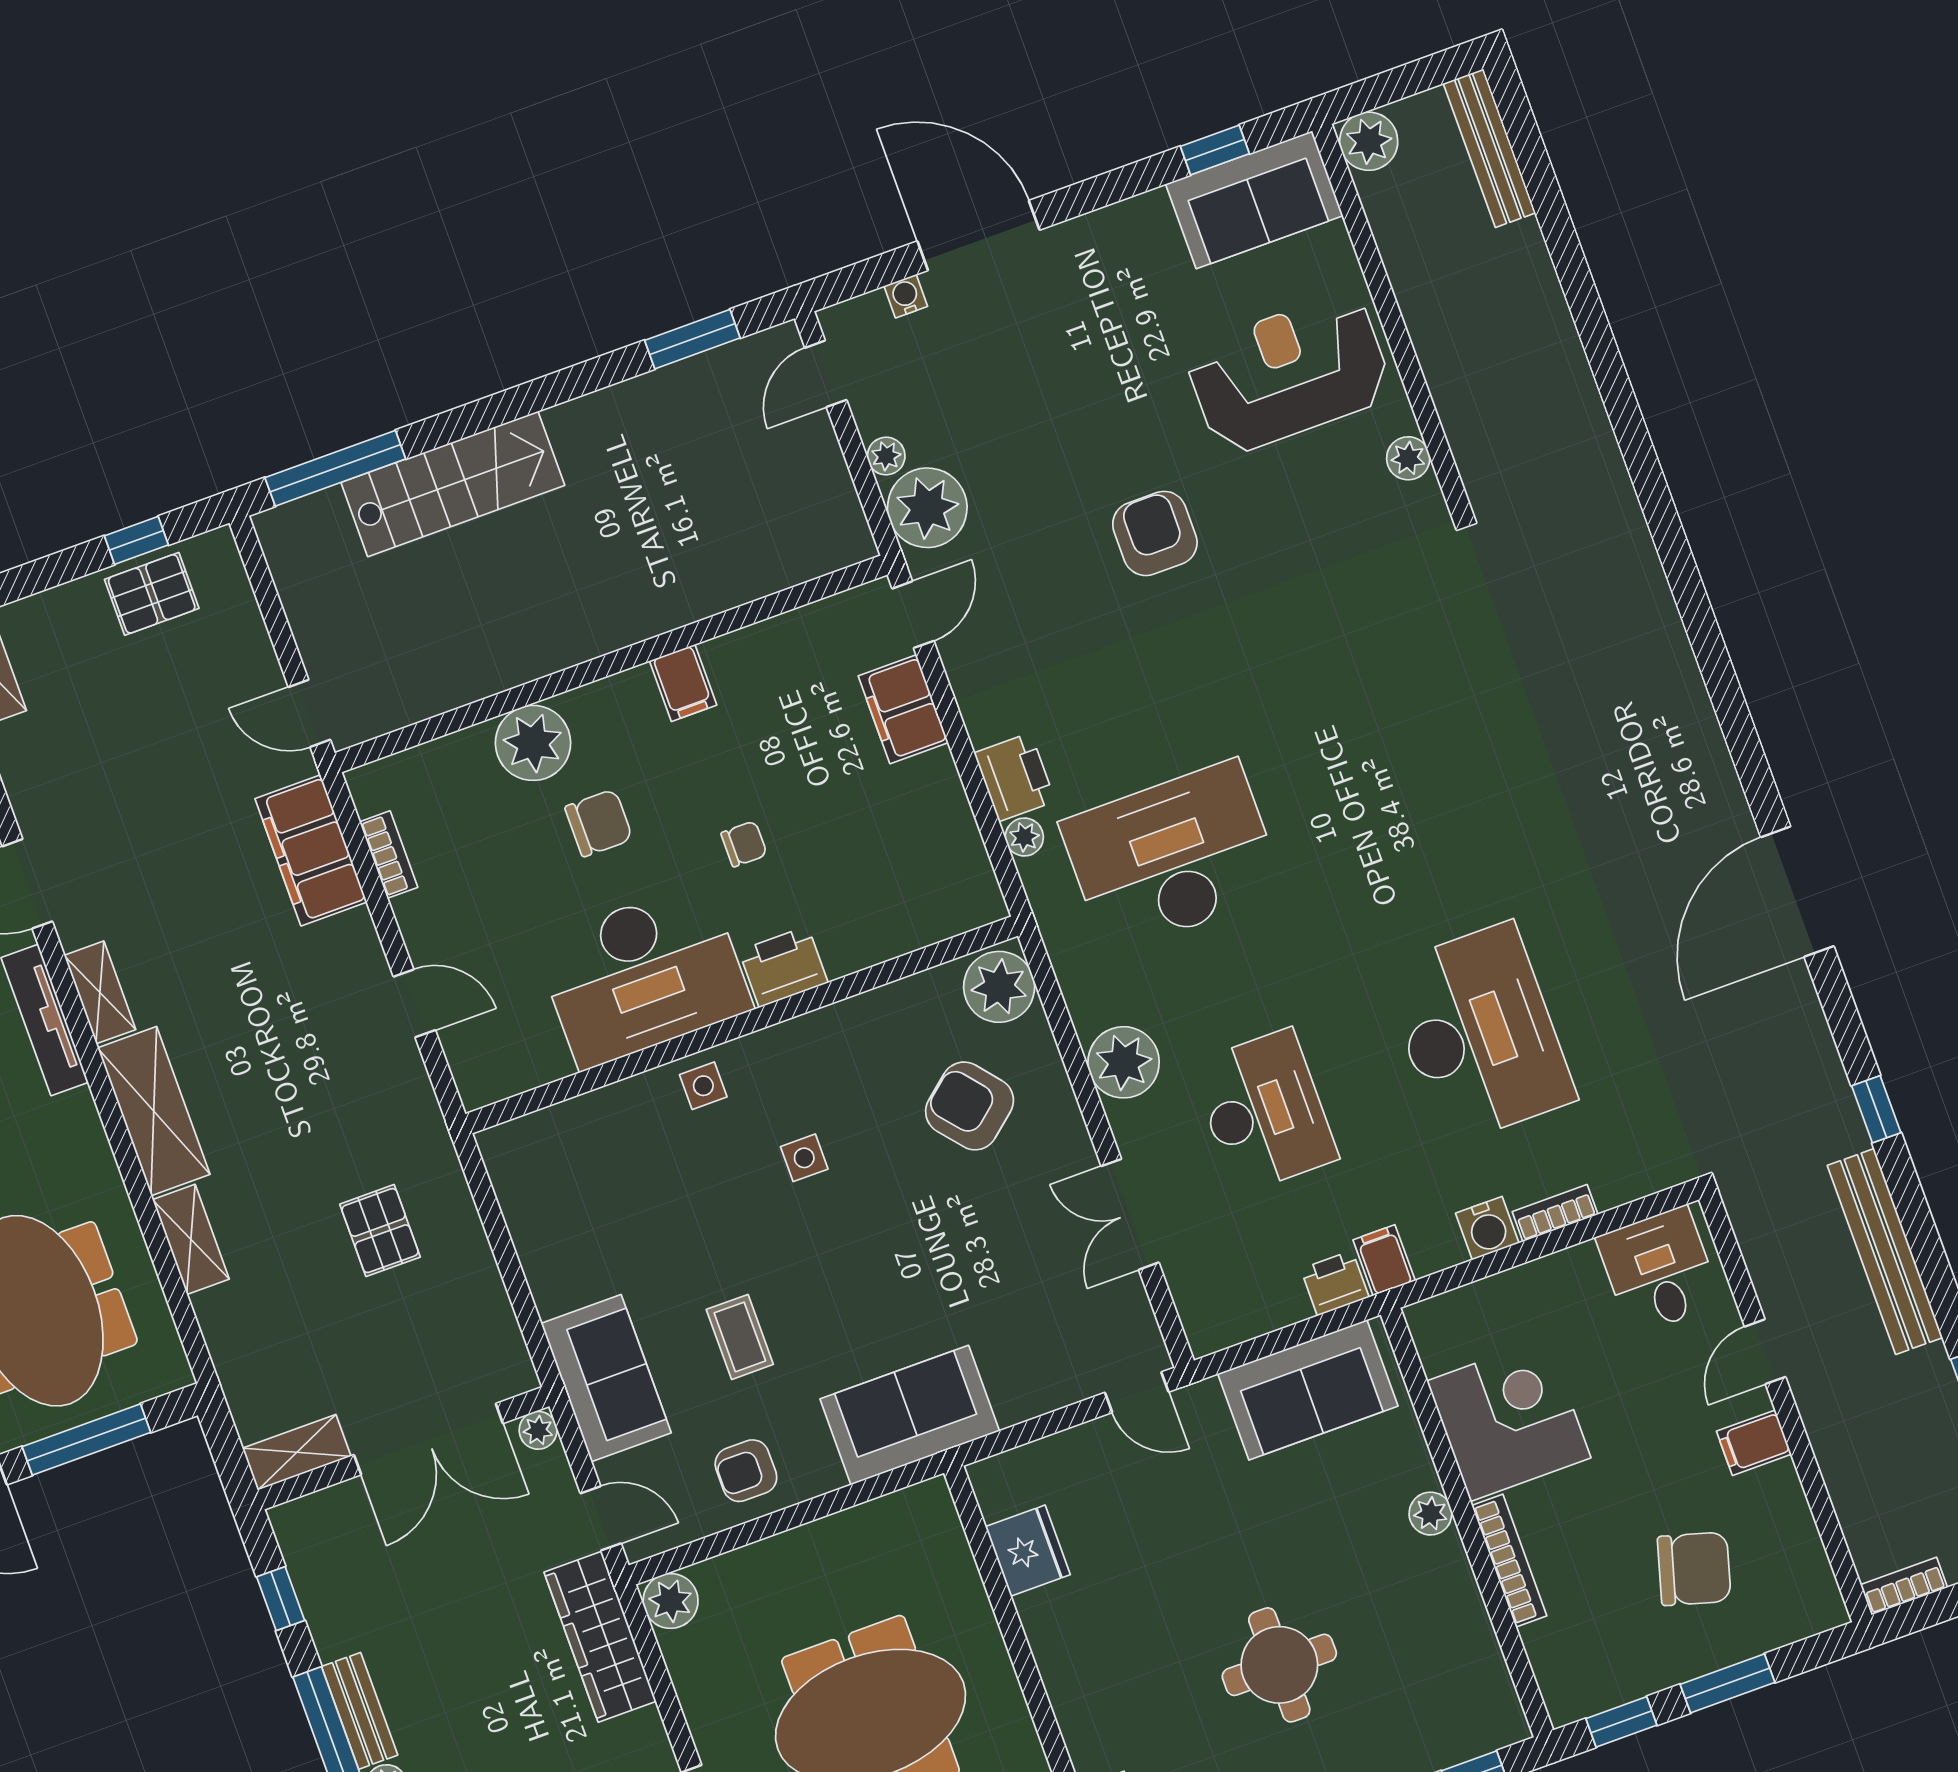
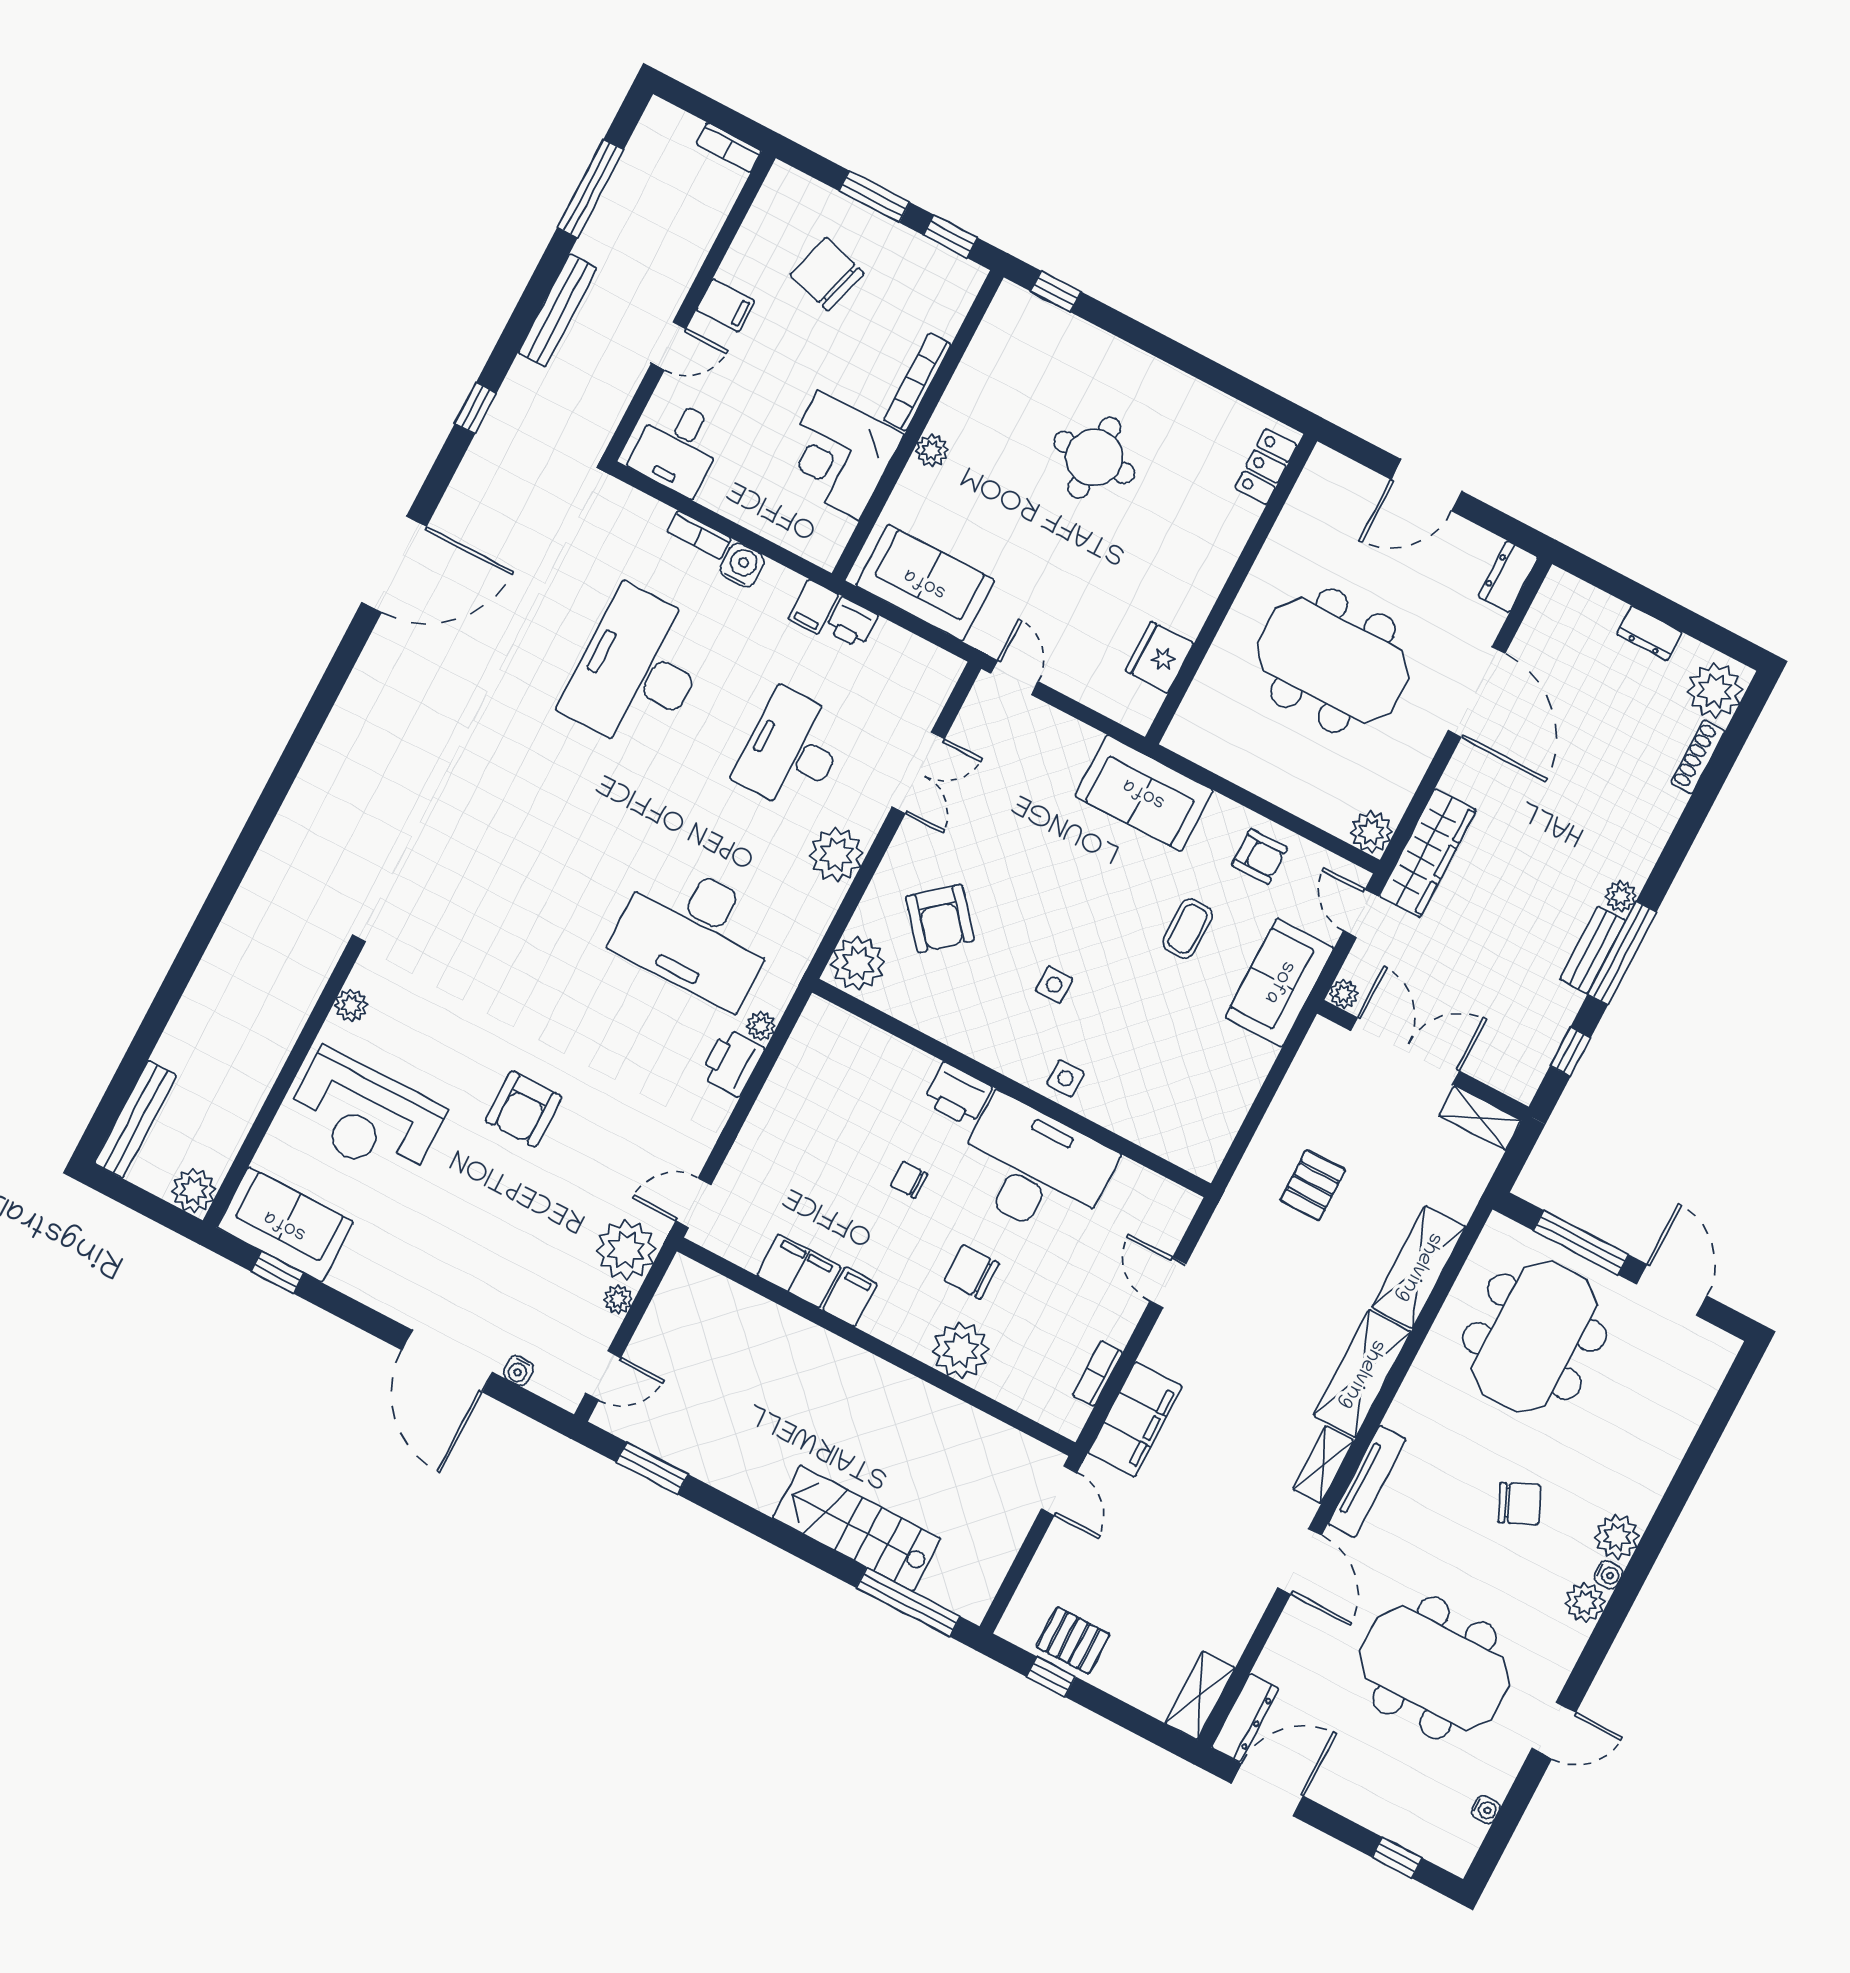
filing cabinet: (903, 709) -> (799, 1271), moved, turned -90
shelving: (191, 1239) -> (1419, 1267), width x1.50, depth x1.33
bench: (1885, 1251) -> (558, 310), width x0.73, depth x0.82

